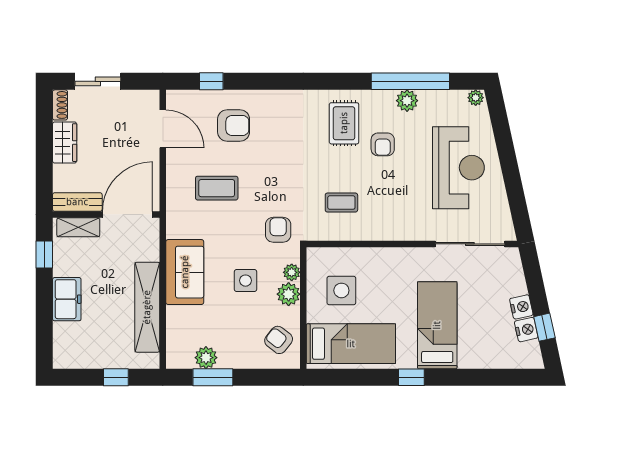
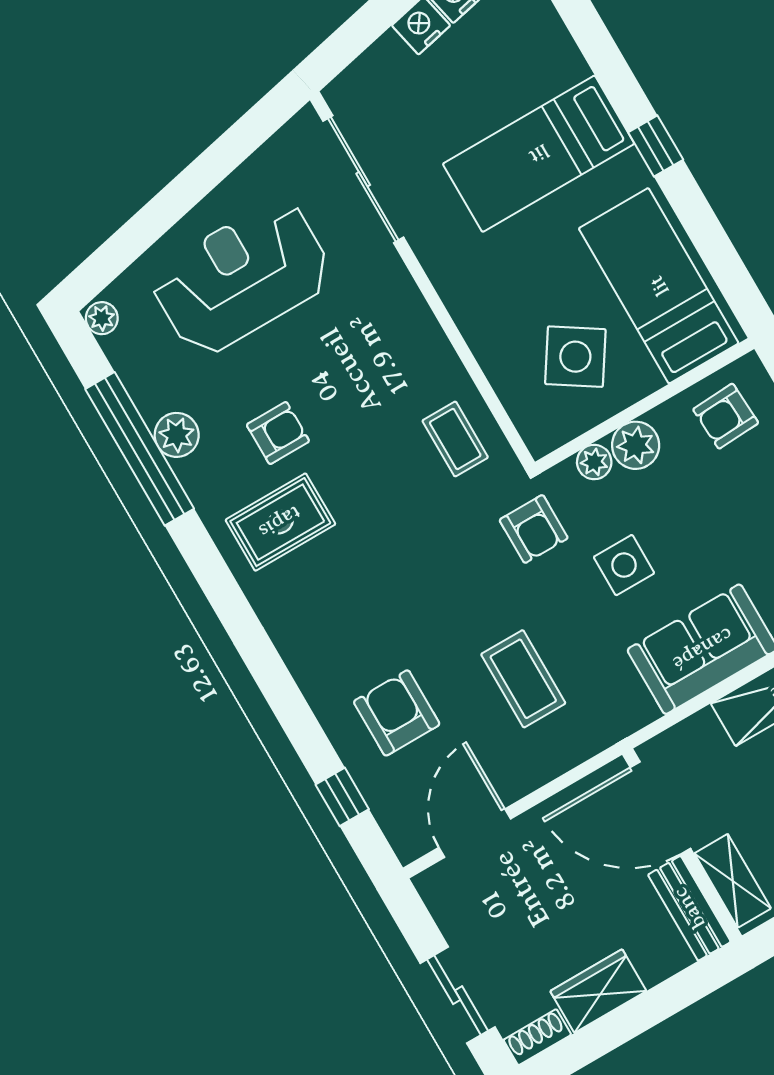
coffee table: (341, 203) -> (455, 439), moved
armchair: (278, 230) -> (534, 529), turned -90
side table: (246, 281) -> (624, 565), moved
side table: (341, 290) -> (575, 357), turned 33
armchair: (279, 340) -> (726, 416), turned 49

